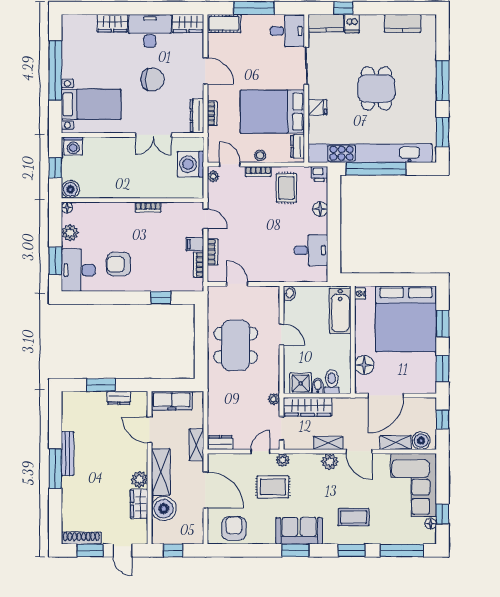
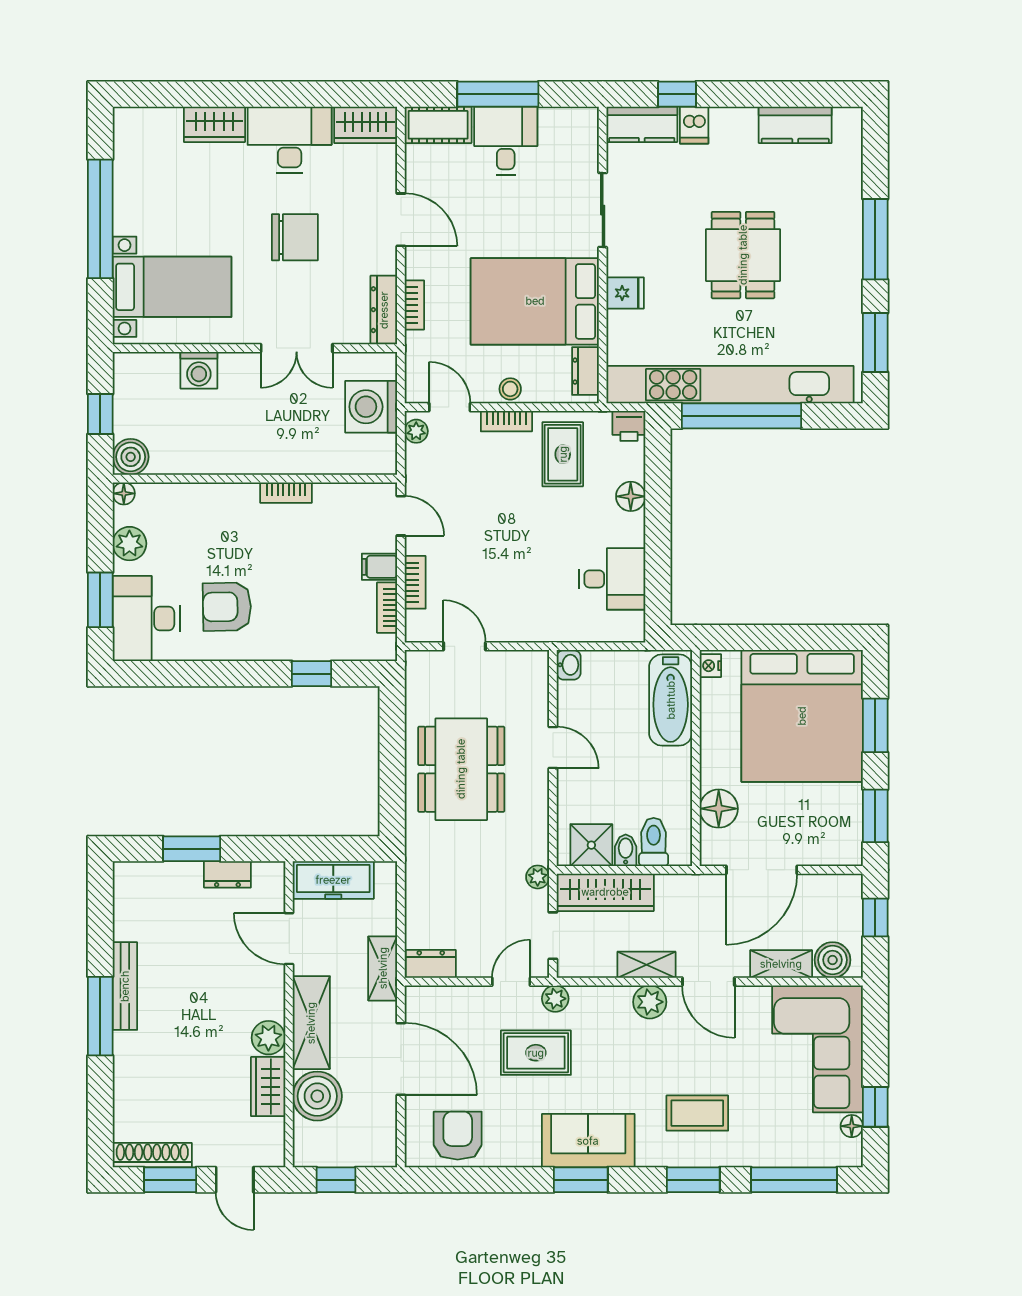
desk: (287, 31) -> (506, 141), moved, turned -90
washing machine: (73, 146) -> (199, 370), moved

